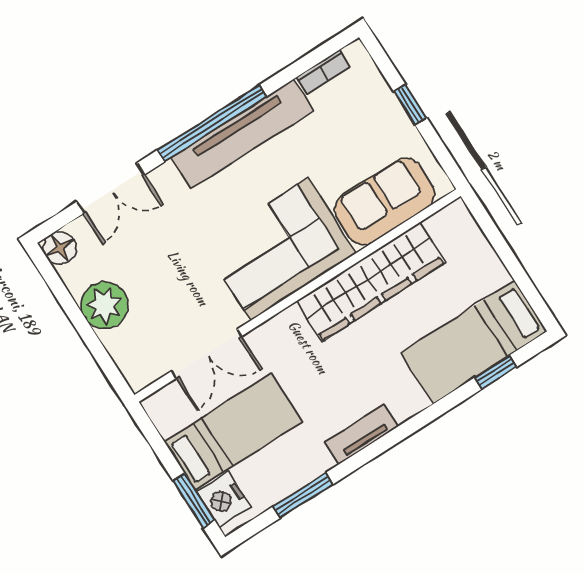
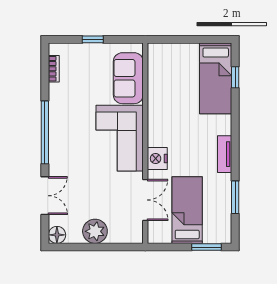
tv unit: (242, 134) -> (58, 122), removed
wardrobe: (370, 282) -> (160, 107), removed
nightstand: (224, 500) -> (157, 159), moved, turned 90

